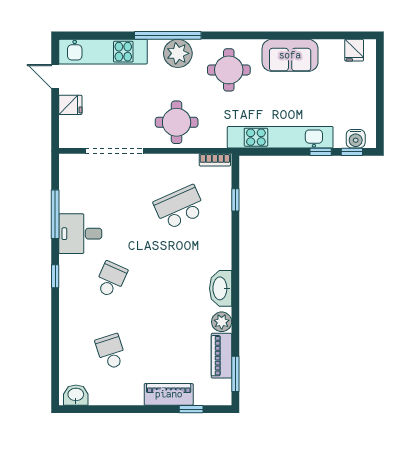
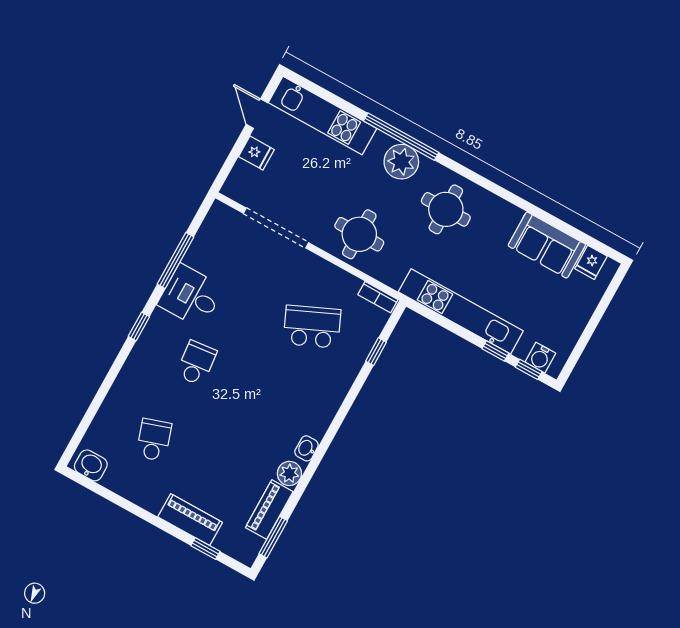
sofa: (290, 55) -> (547, 245), moved
school desk: (111, 280) -> (196, 363), turned -30
washbasin: (221, 288) -> (307, 448), width x0.52, depth x0.69

